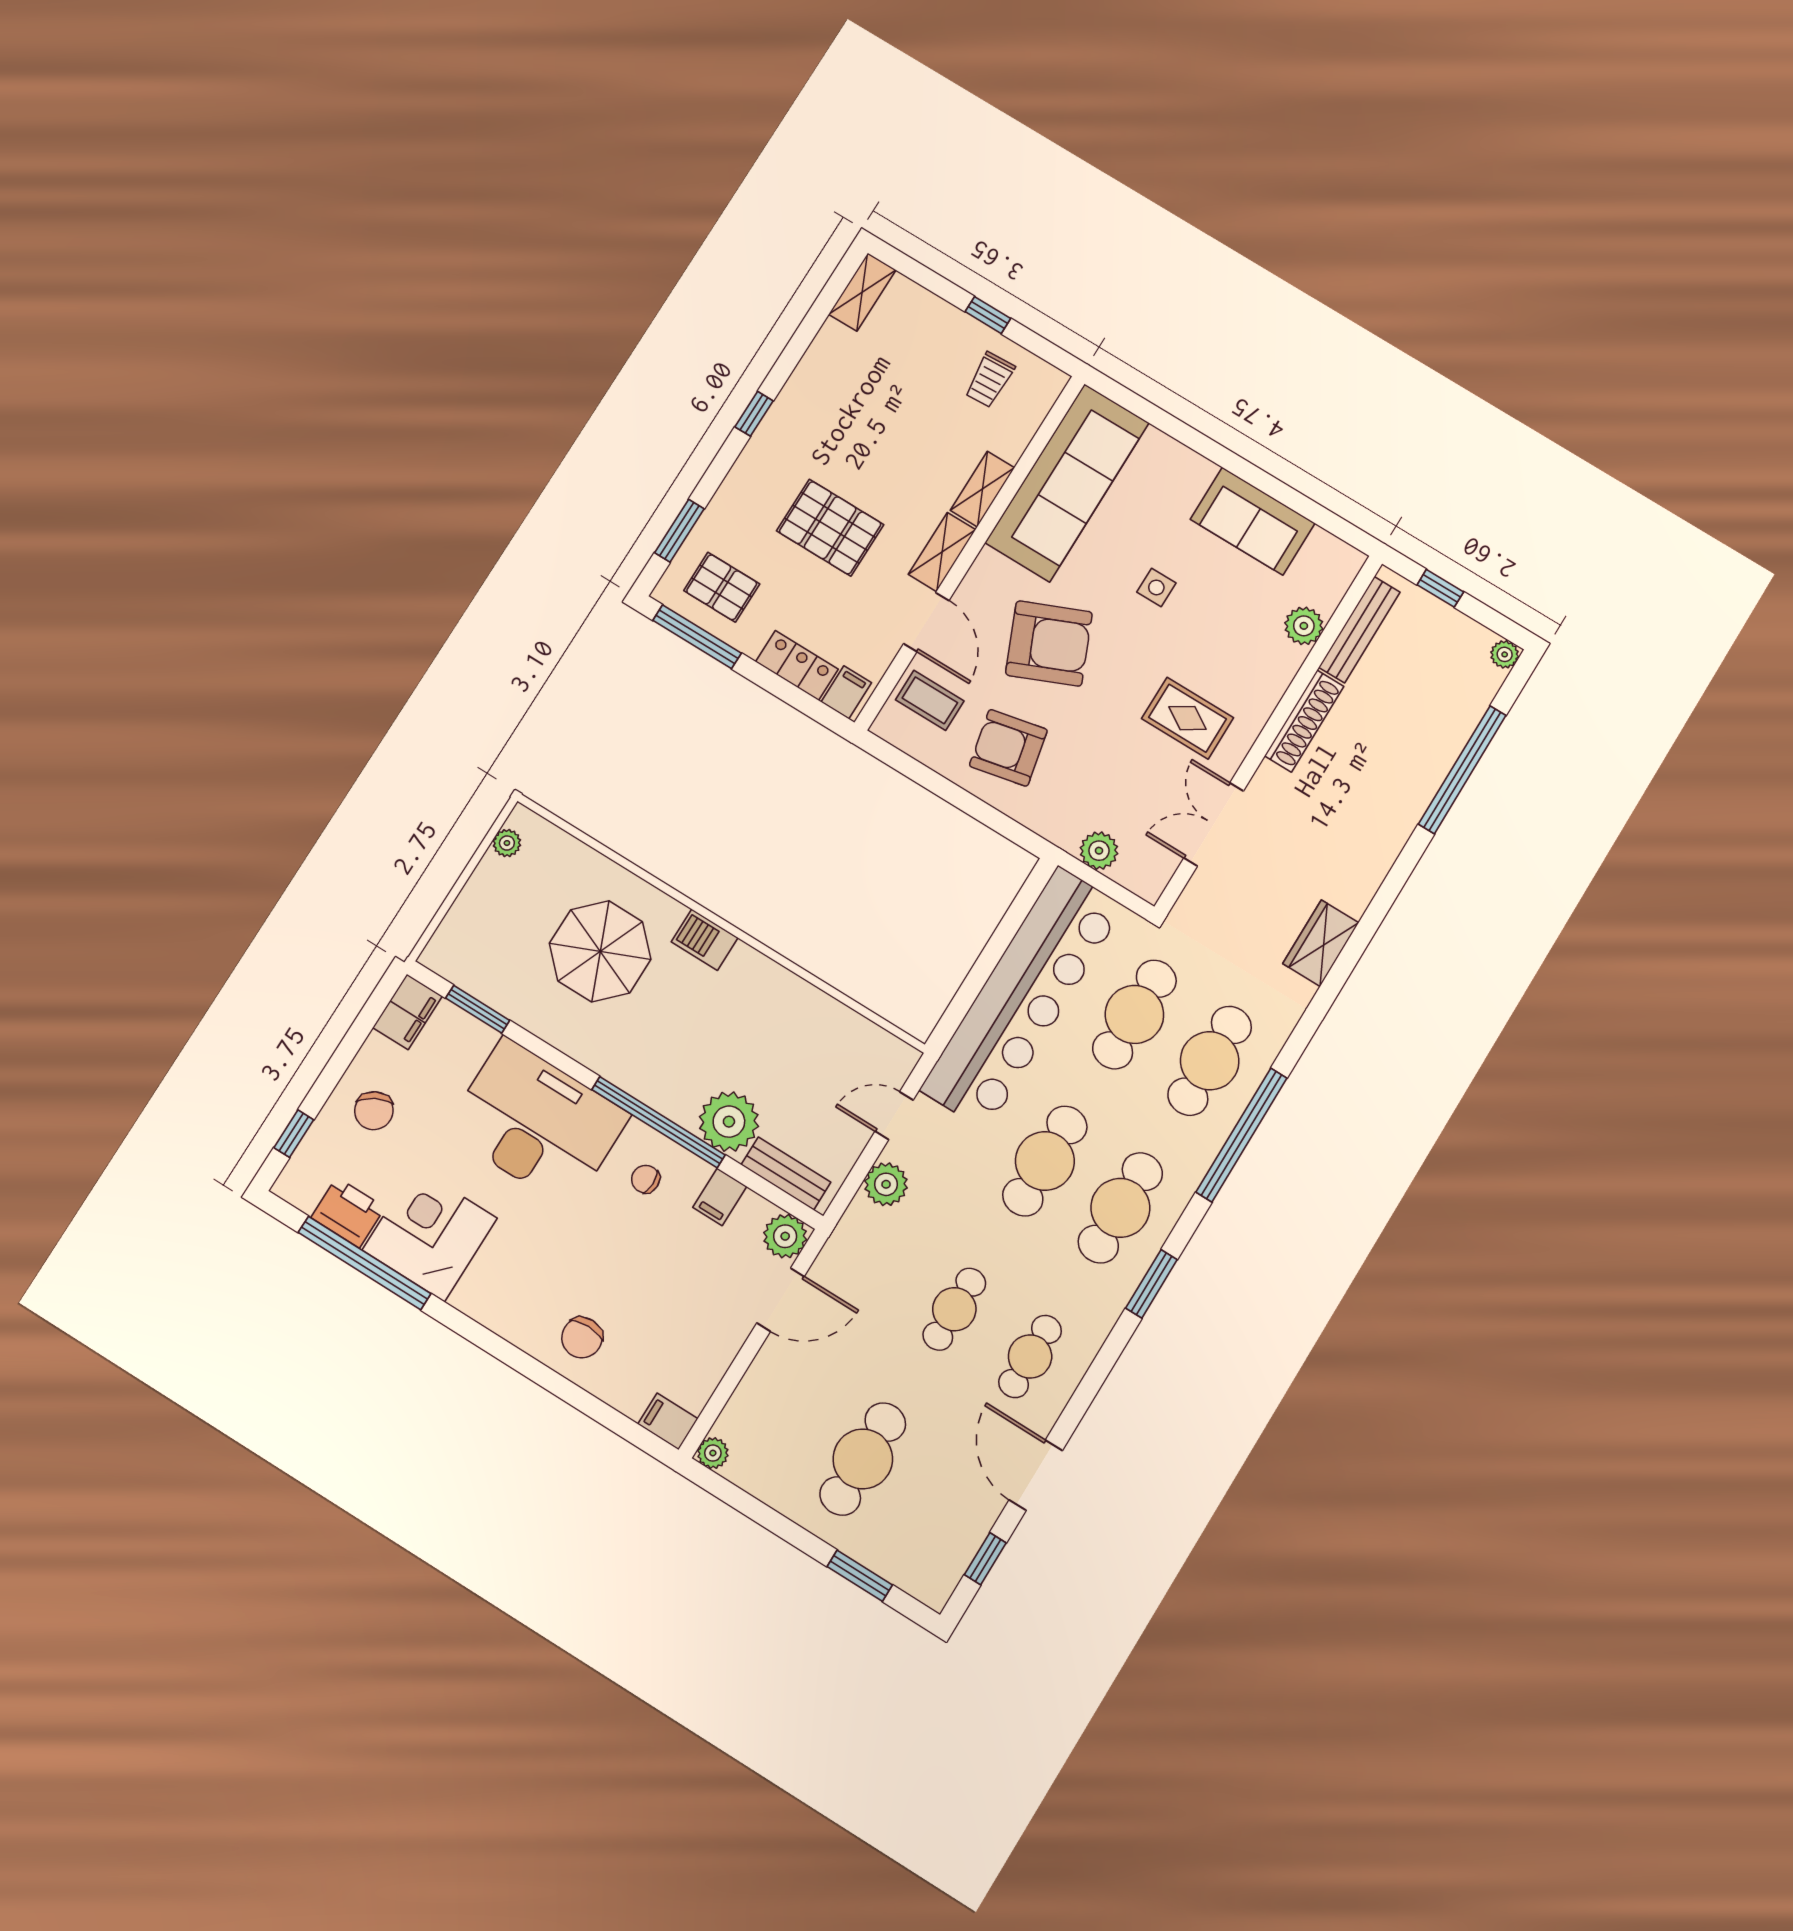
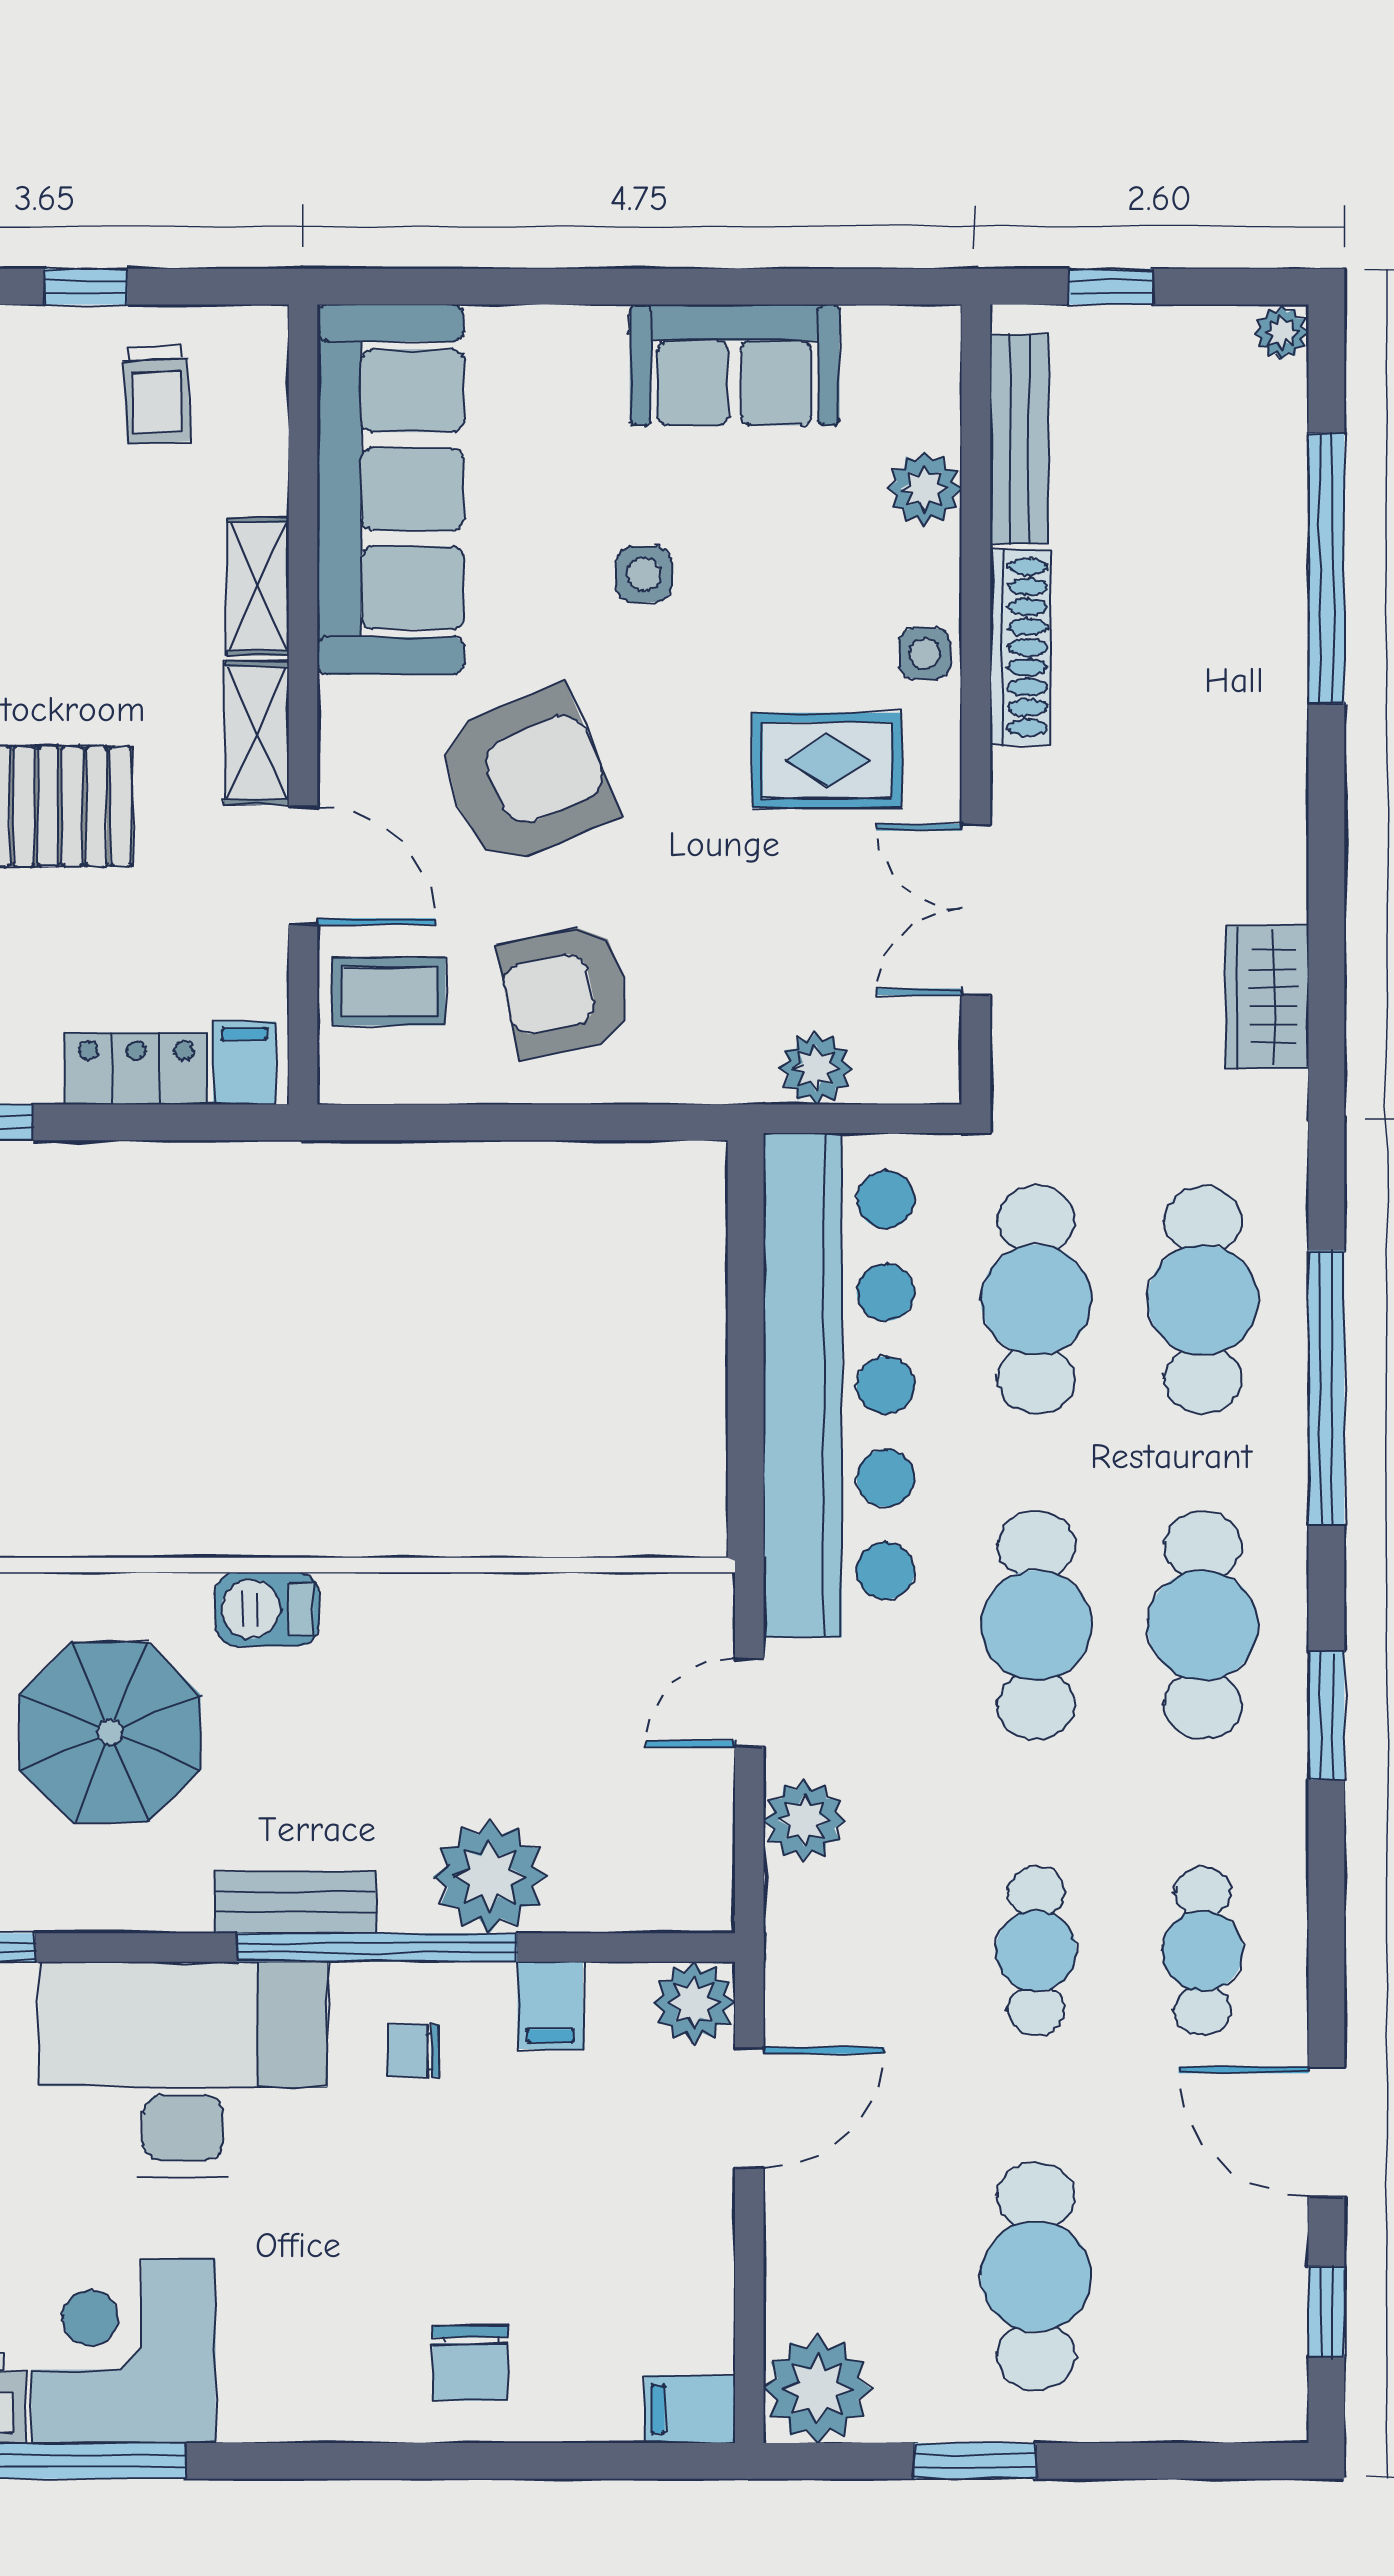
side table: (1260, 698) -> (925, 653), added
bench: (786, 1173) -> (296, 1902), moved
plant: (713, 1453) -> (818, 2389), width x1.88, depth x1.88
window: (860, 1576) -> (975, 2461), moved

